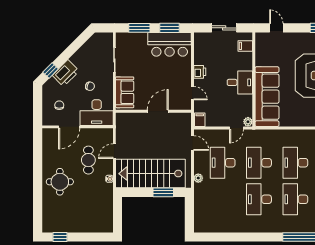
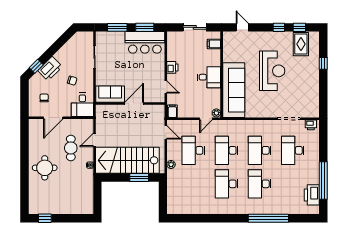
sofa: (125, 92) -> (110, 94), moved, turned -90
desk: (97, 113) -> (82, 105), width x0.73

